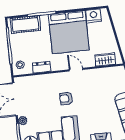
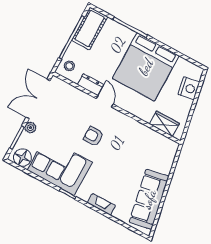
nightstand: (93, 16) -> (189, 88), moved, turned 79
cot: (25, 24) -> (90, 28), moved, turned 90
door: (76, 70) -> (105, 101), moved

